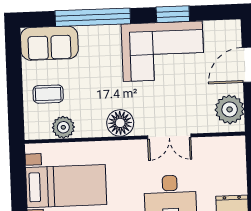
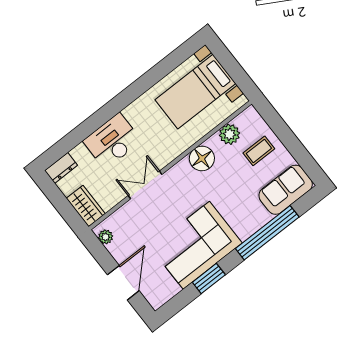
plant: (230, 109) -> (106, 237), width x0.53, depth x0.53
floor lamp: (120, 123) -> (202, 158), moved
wardrobe: (235, 155) -> (86, 206), added

